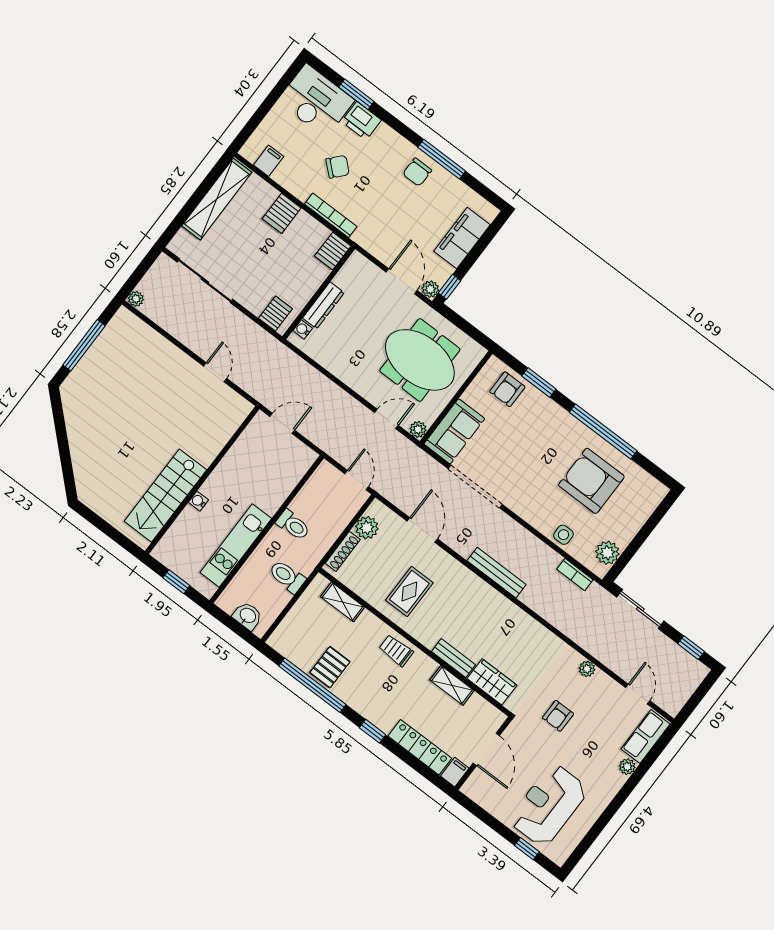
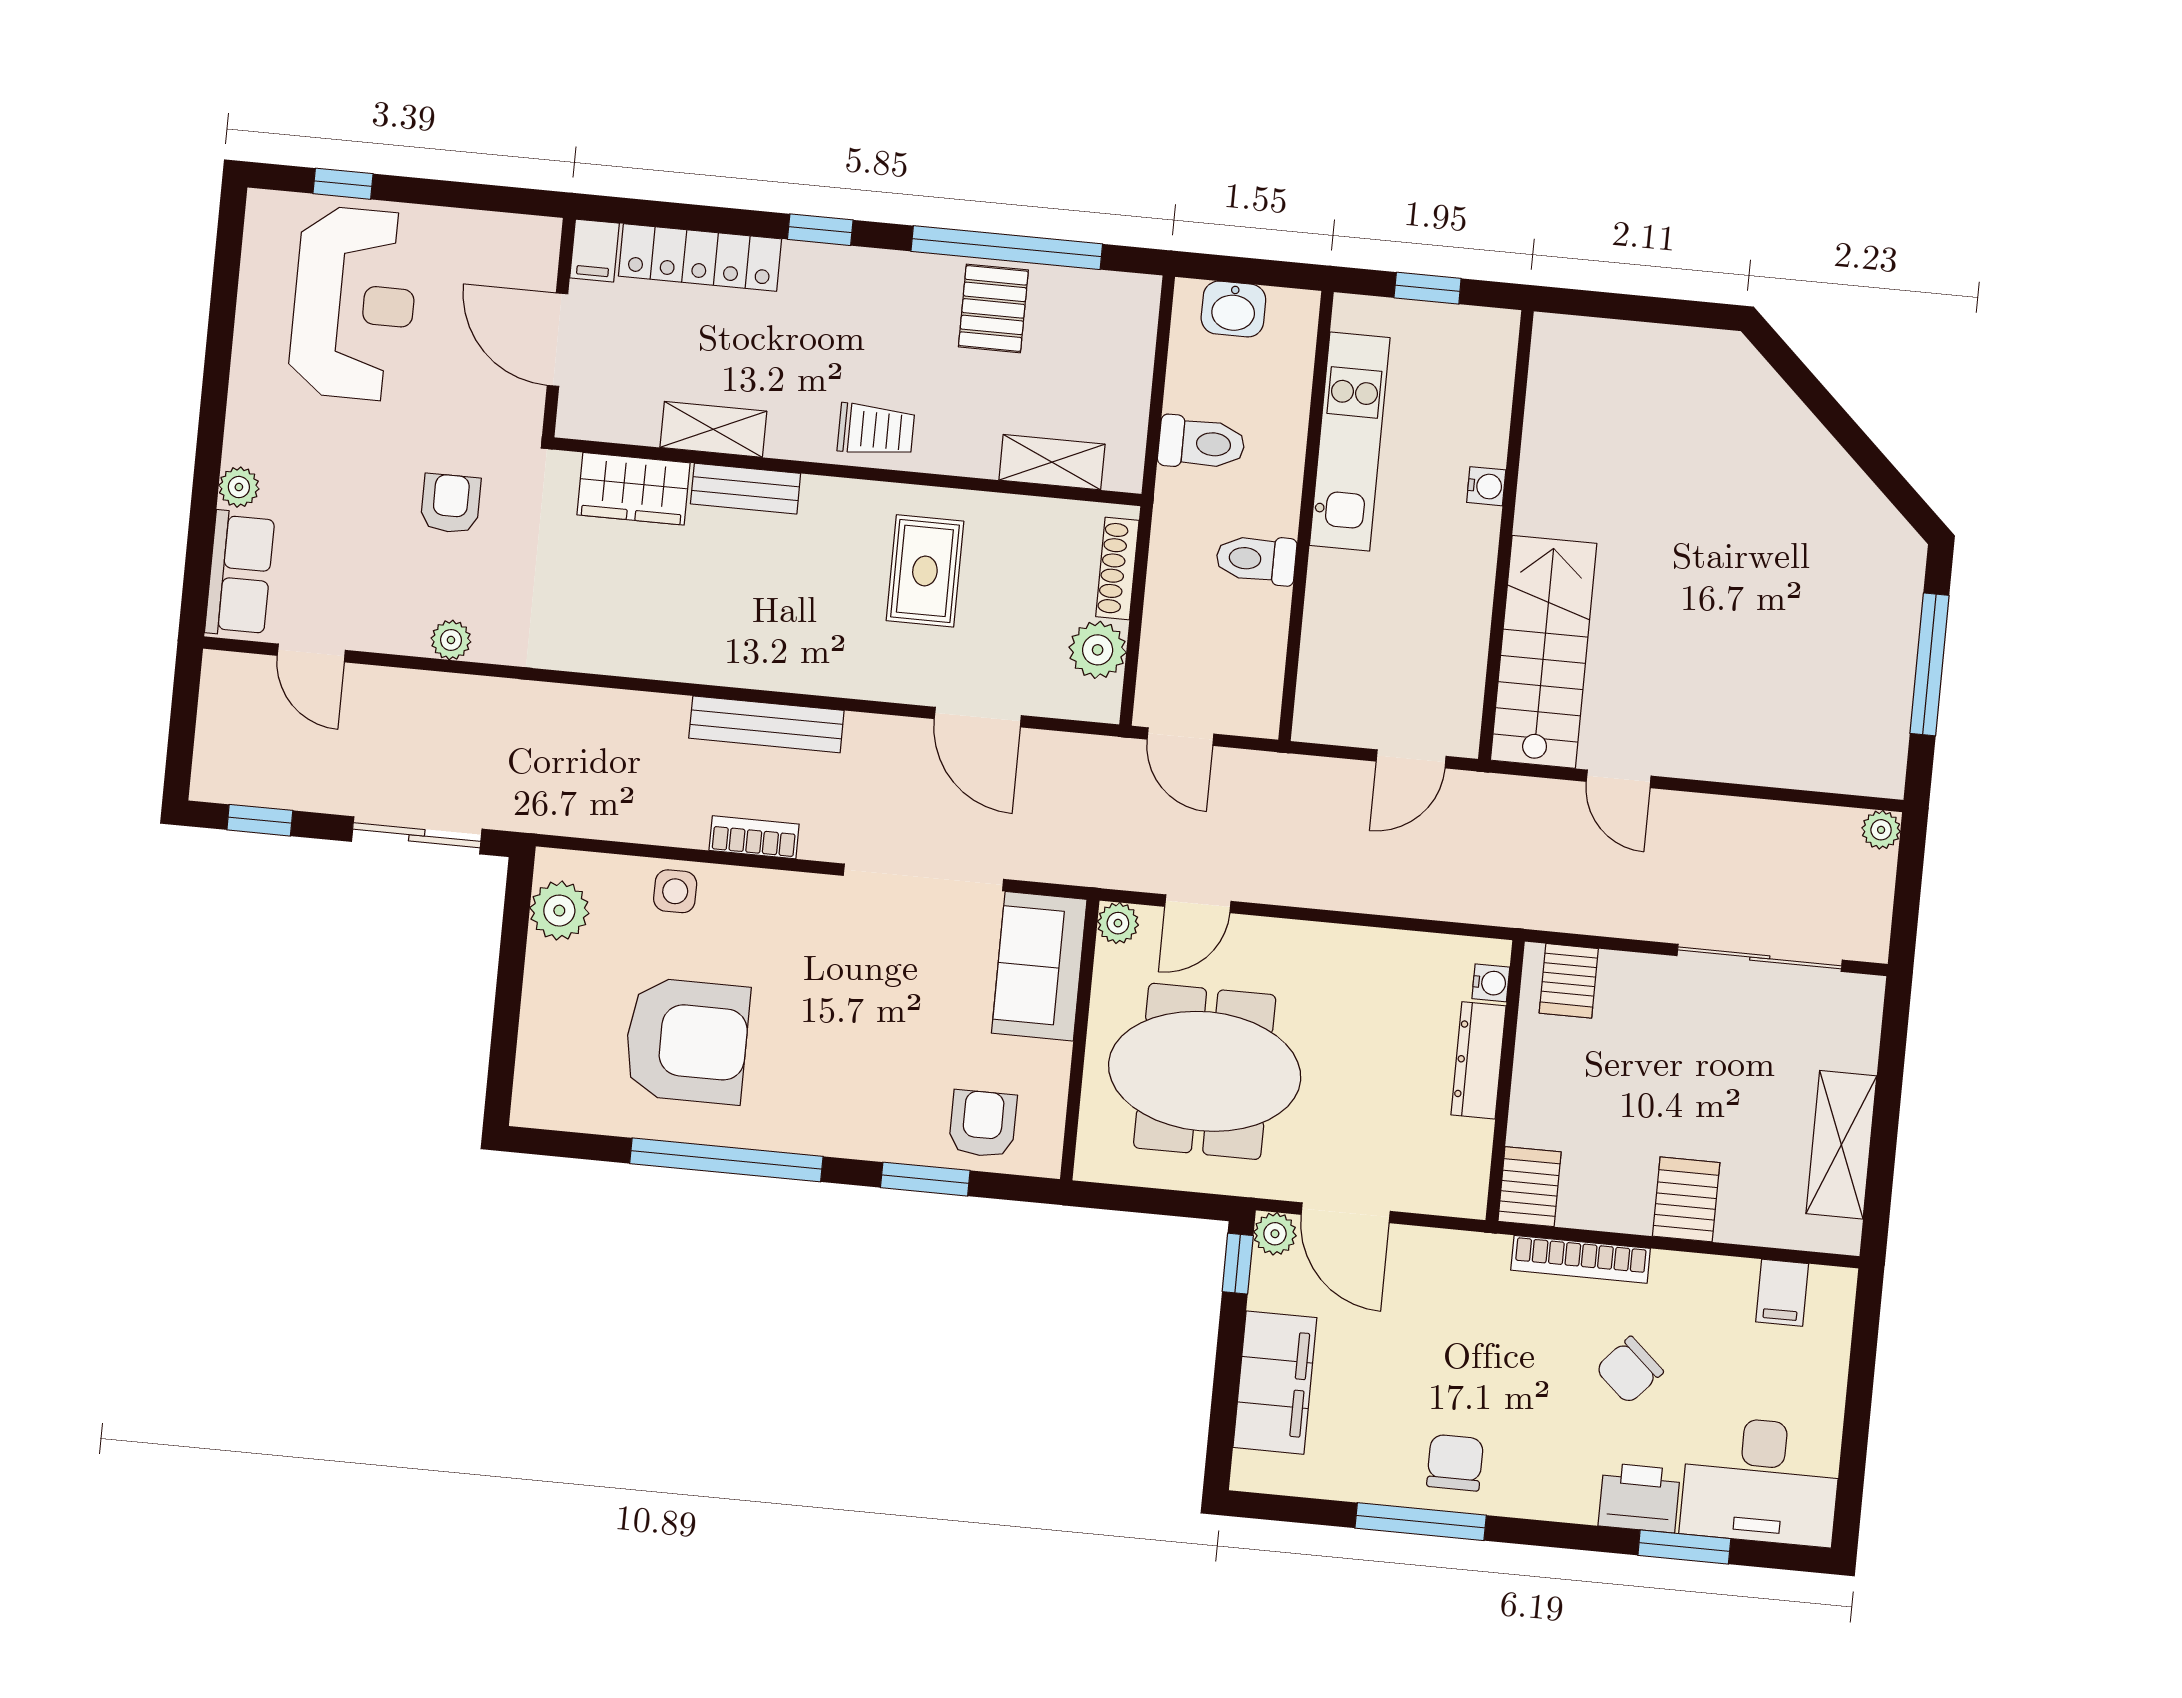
shelving: (217, 199) -> (1841, 1145), width x0.68
stairs: (165, 496) -> (1544, 652), moved
bookcase: (575, 575) -> (754, 837), moved

